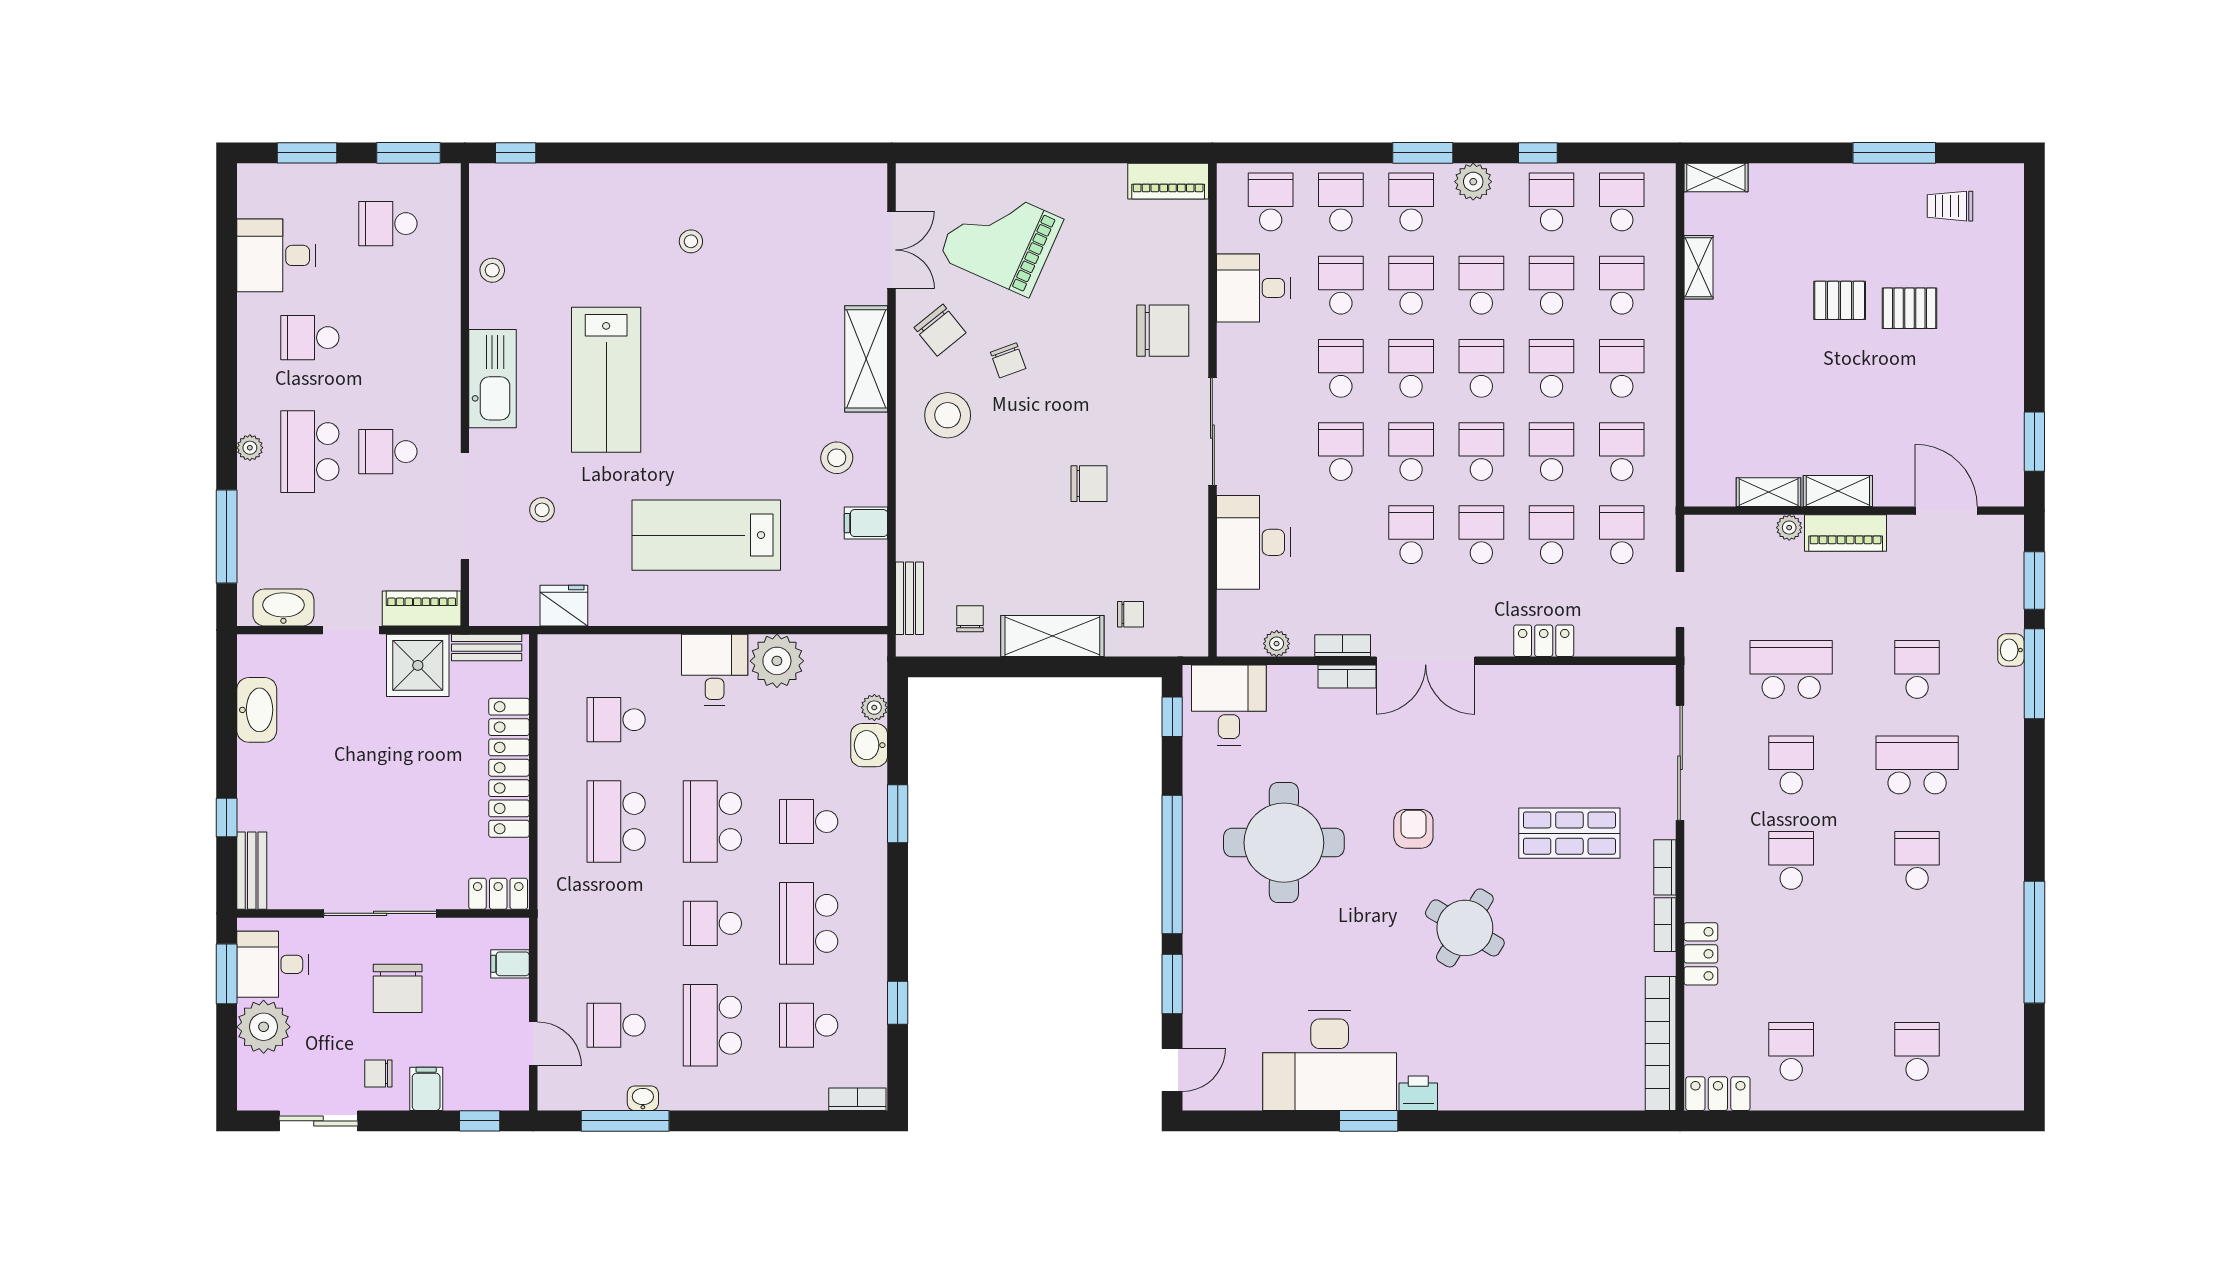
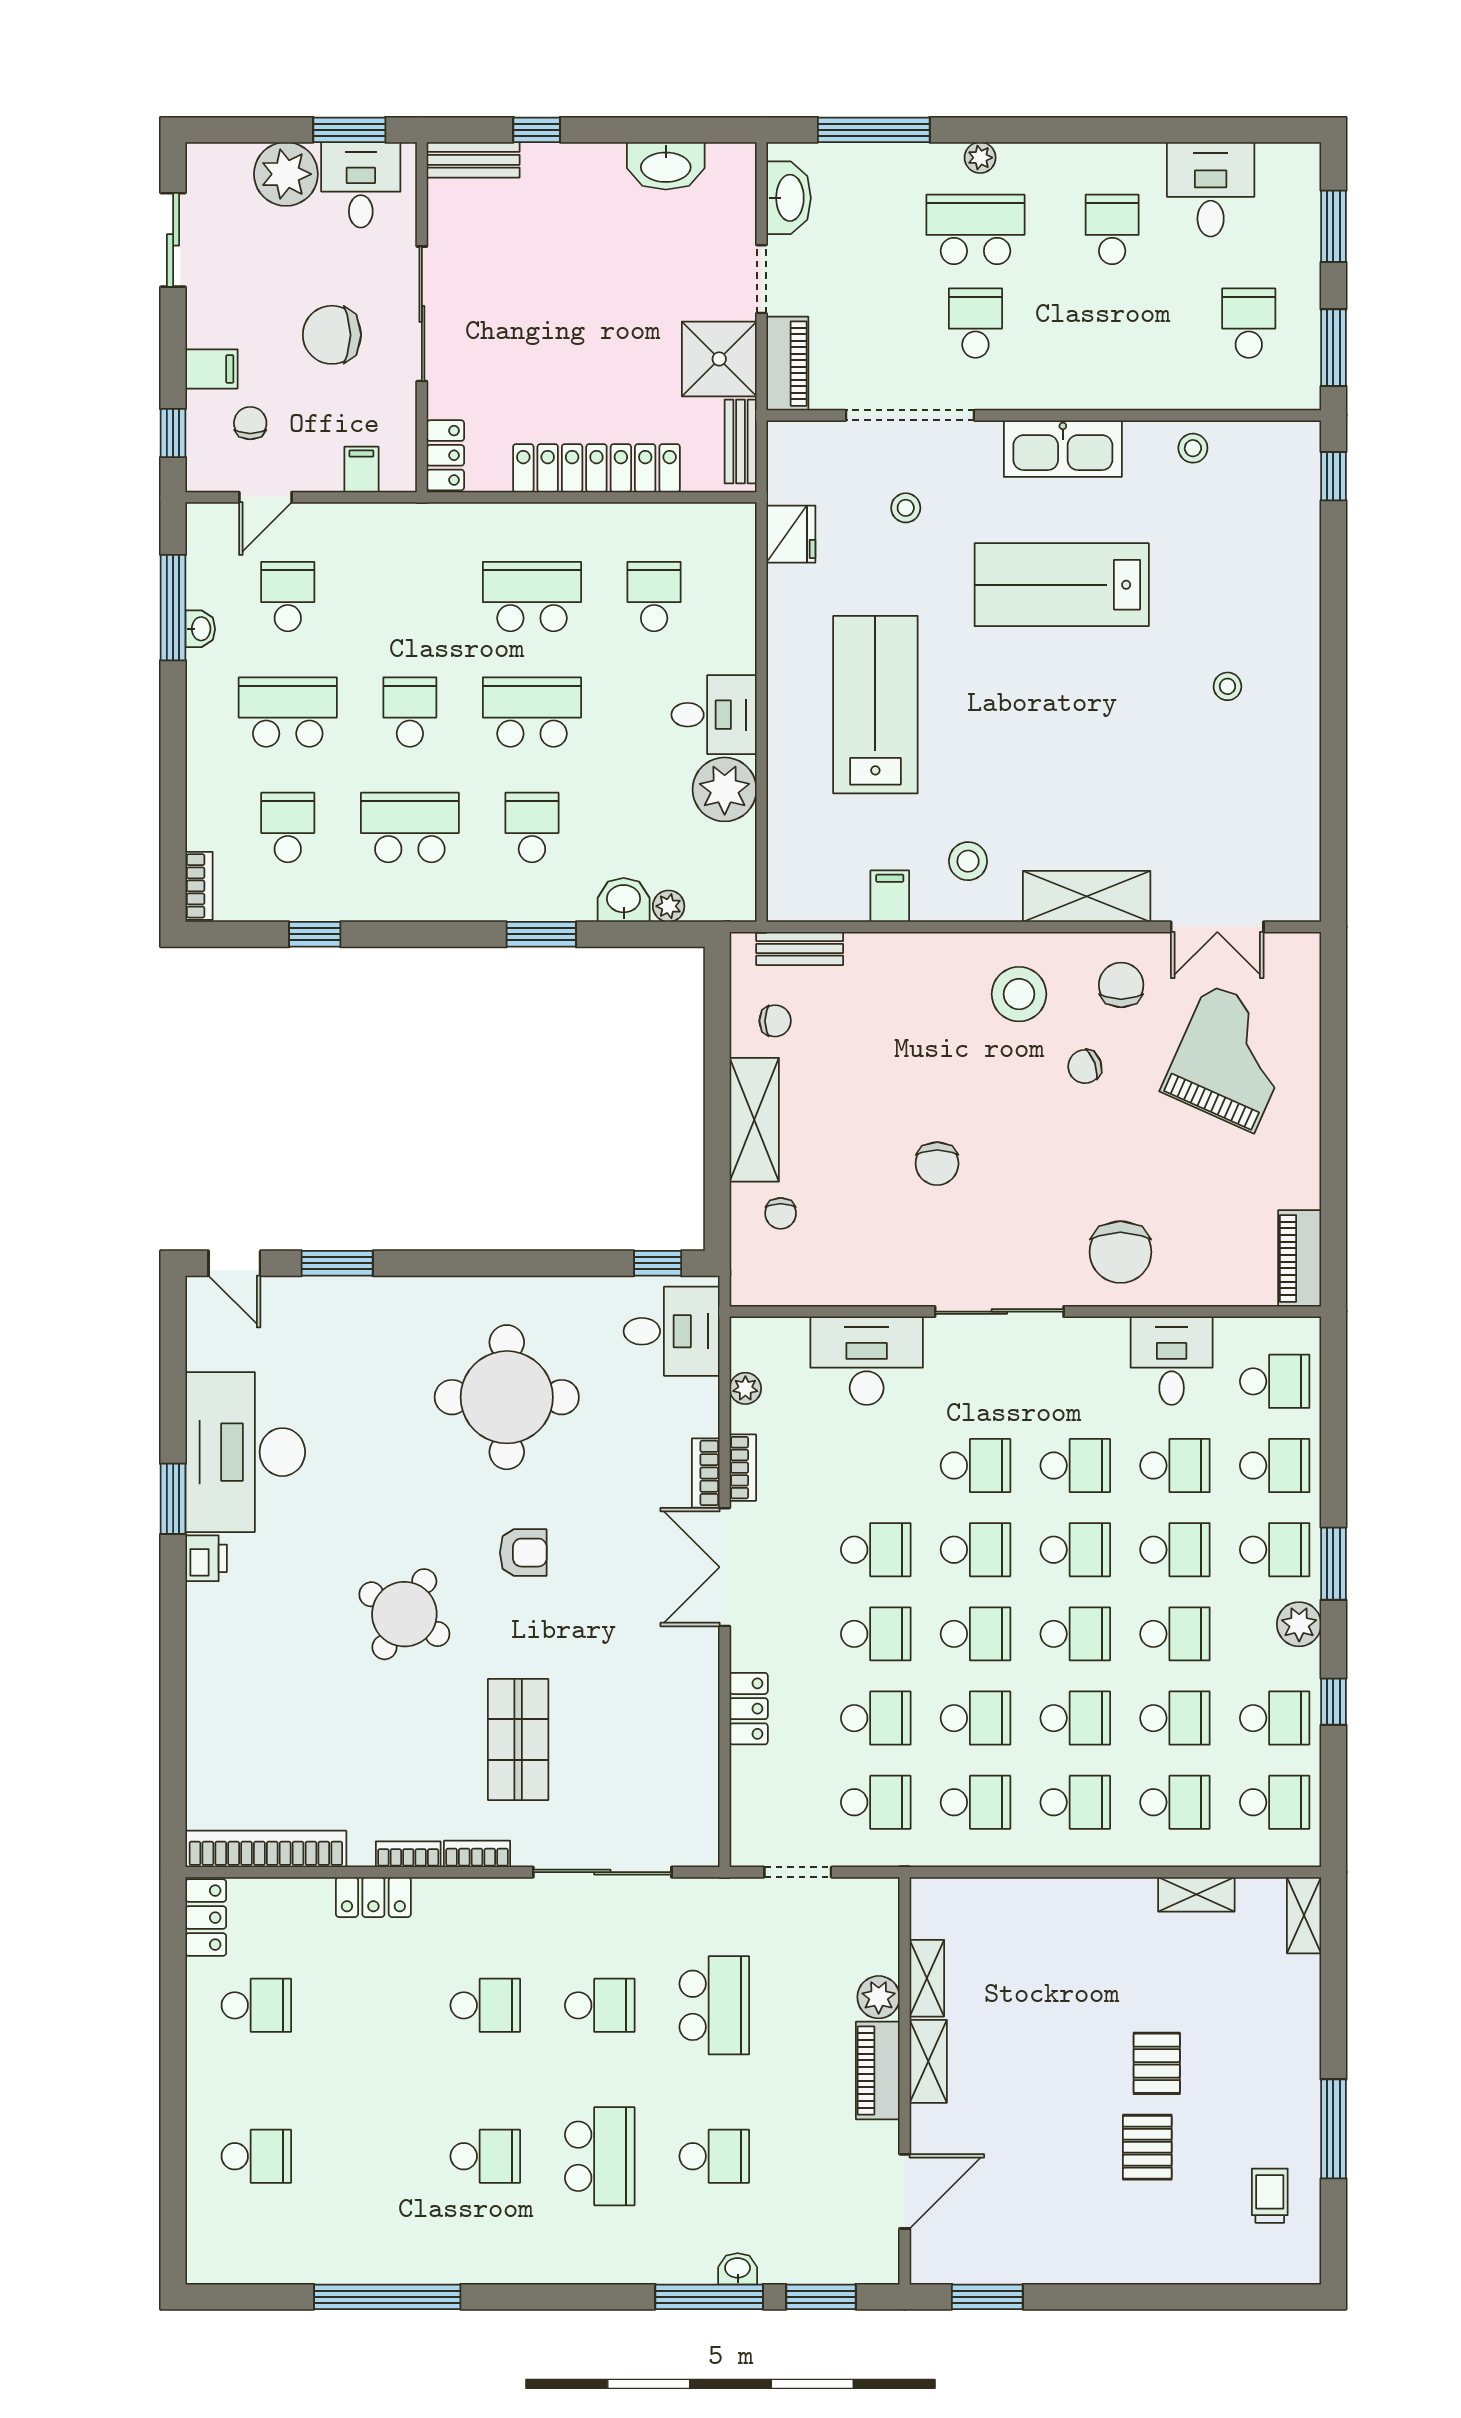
chair: (940, 330) -> (1121, 985), turned 129
plant: (1789, 528) -> (879, 1997), width x1.38, depth x1.38
window: (1172, 864) -> (480, 1263), removed
chair: (378, 1074) -> (250, 423), moved

